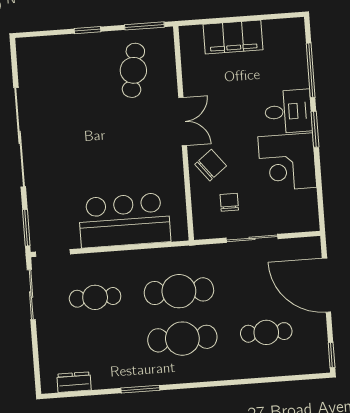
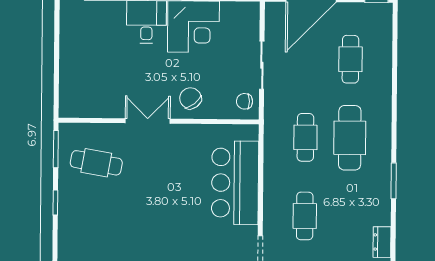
filing cabinet: (233, 37) -> (73, 68), removed
chair: (229, 202) -> (245, 101), moved
cafe table: (179, 291) -> (305, 137), width x0.73, depth x0.74

